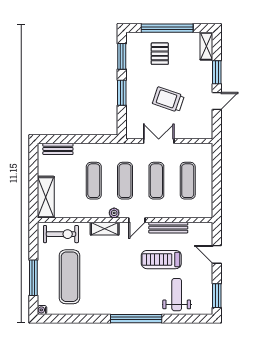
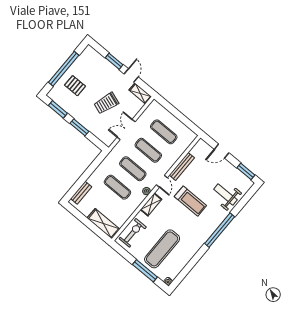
shelving: (206, 46) -> (140, 93), moved
treadmill: (161, 260) -> (190, 201), moved, turned -90
exercise mat: (69, 277) -> (162, 249), turned 90

